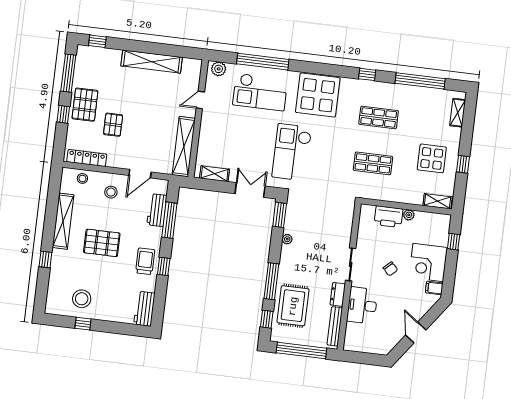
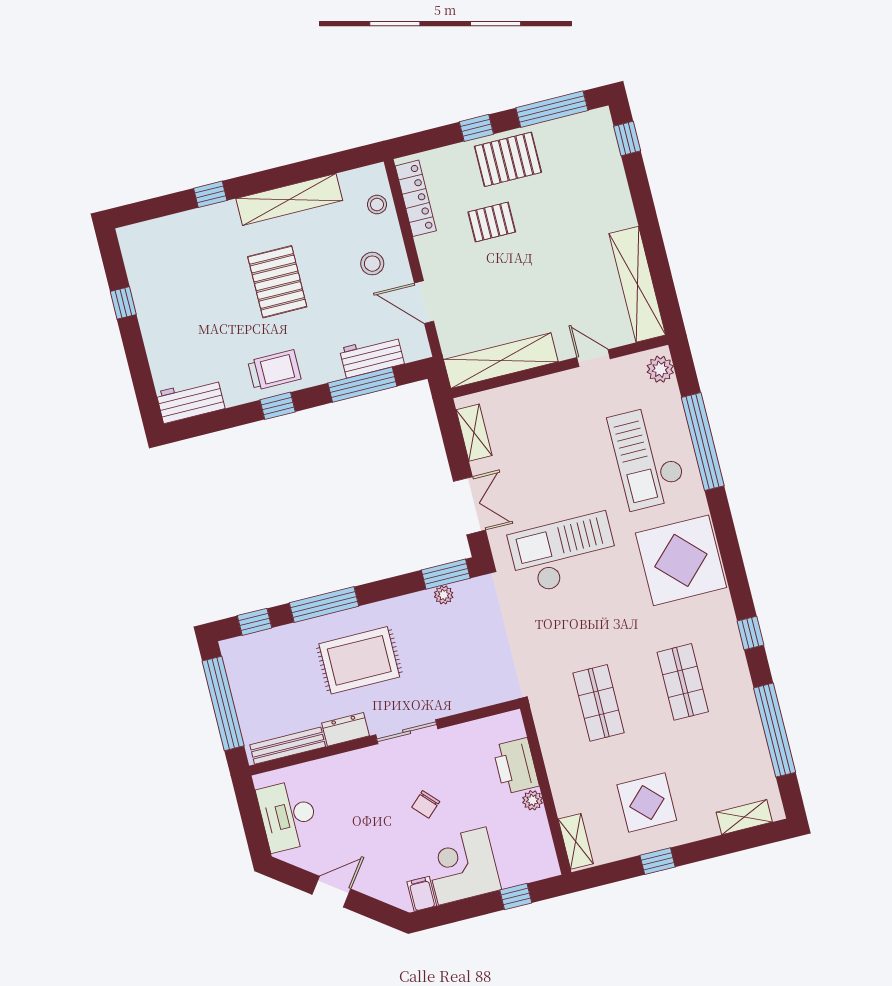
shelving: (152, 62) -> (637, 284), moved
plant: (287, 239) -> (444, 595), moved
stool: (82, 299) -> (166, 284), removed
desk: (362, 305) -> (288, 816), moved, turned -90
rug: (293, 306) -> (359, 660), moved

